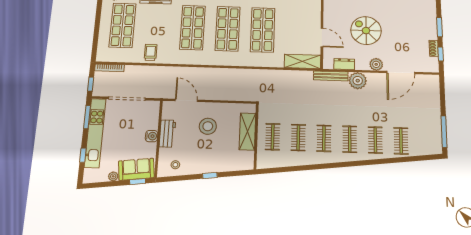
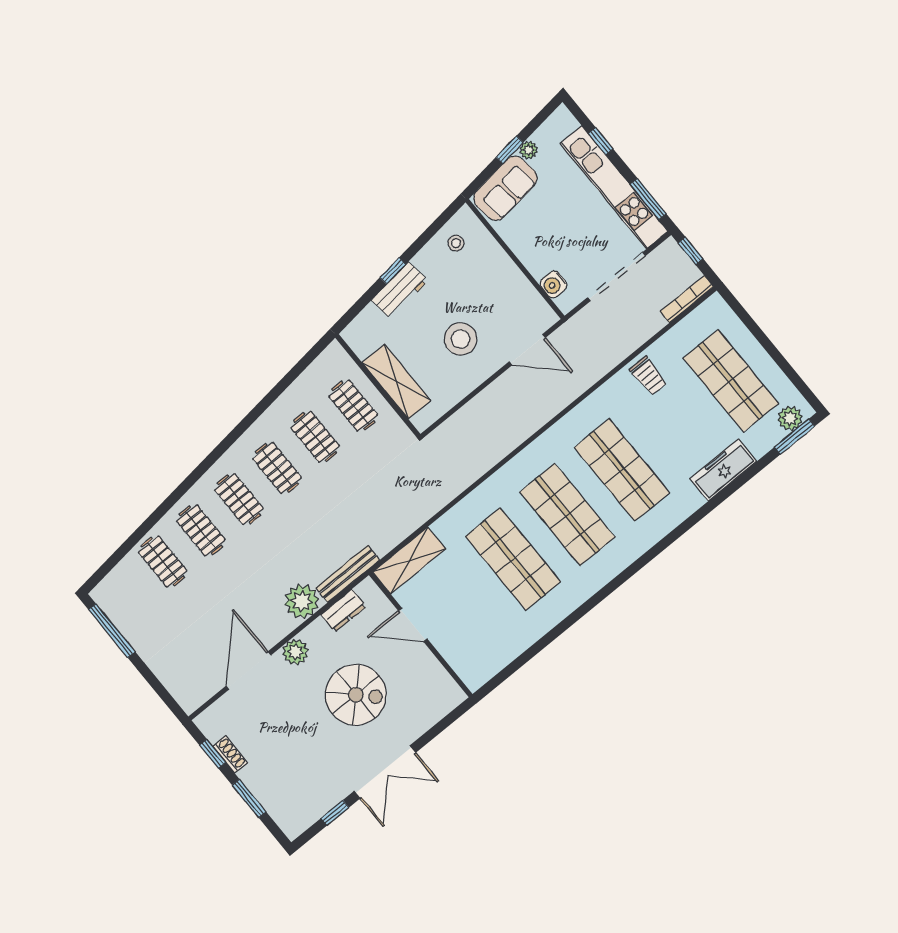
workbench: (167, 134) -> (400, 291), moved, turned -97
water cooler: (152, 136) -> (553, 284), moved
window: (138, 182) -> (510, 150), moved

